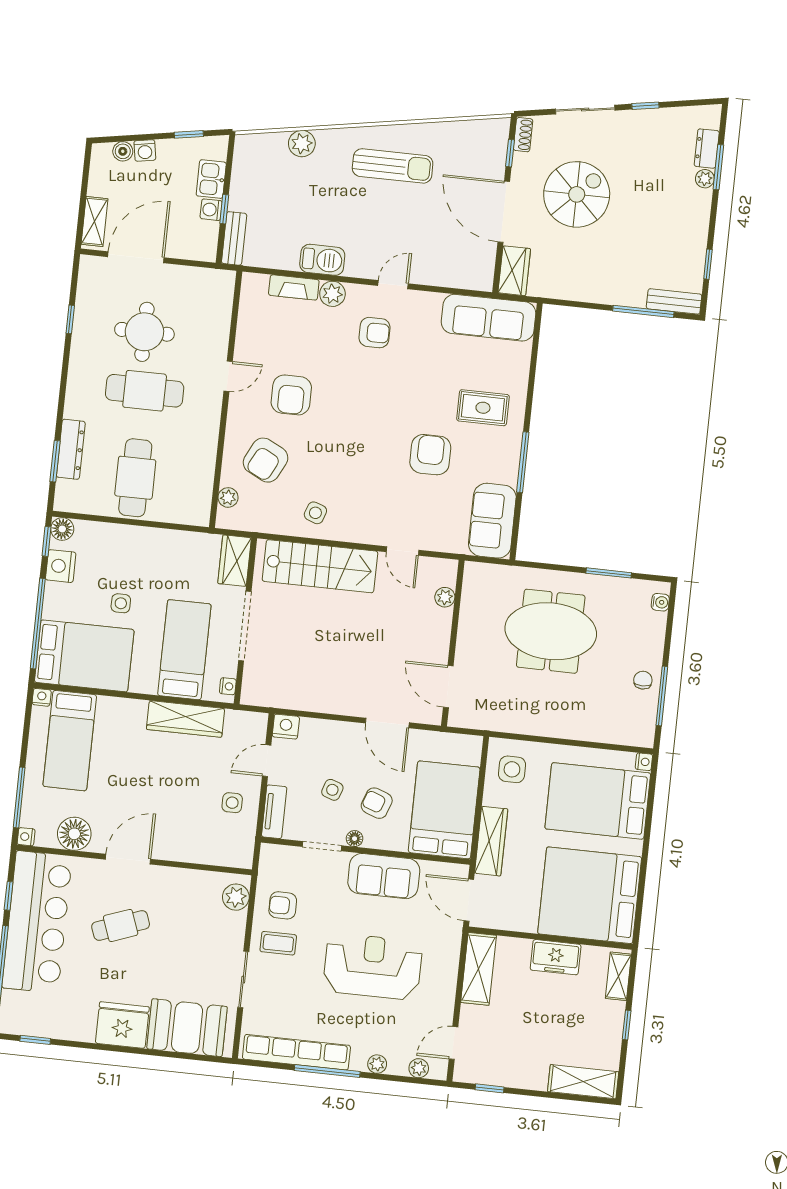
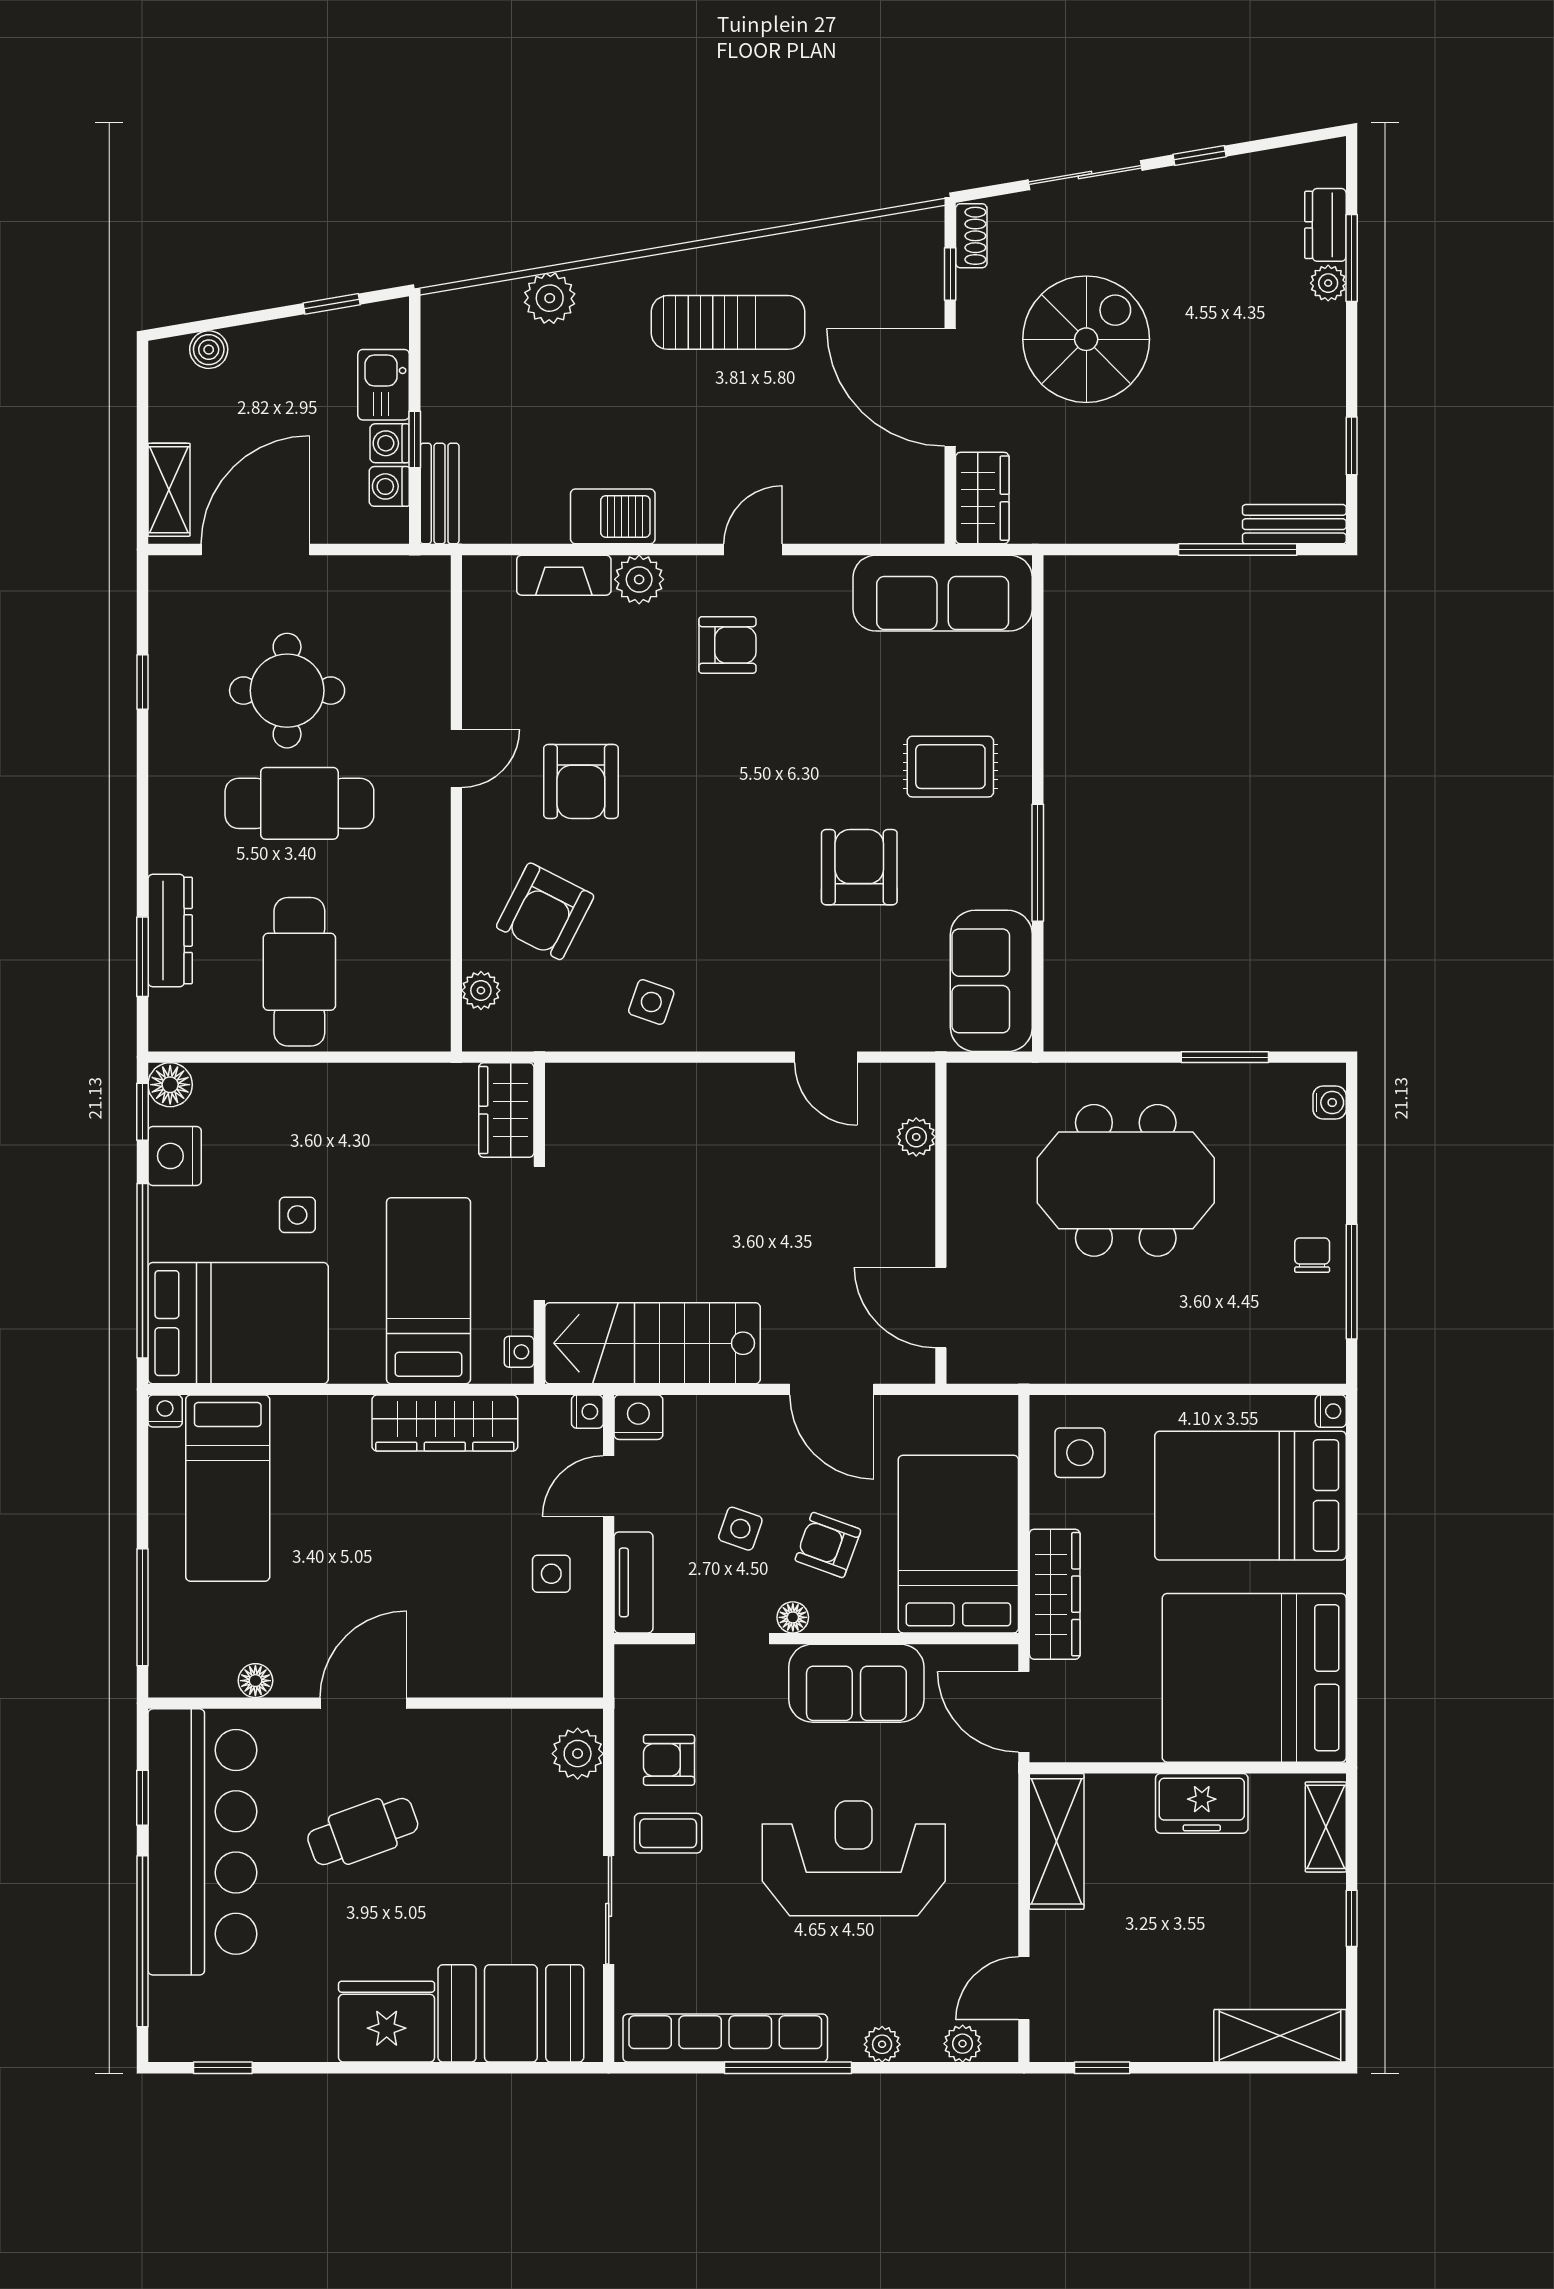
washing machine: (145, 150) -> (389, 486), moved, turned 100
stairs: (320, 566) -> (653, 1343), moved, turned 180
floor lamp: (74, 834) -> (255, 1681), width x0.53, depth x0.53
nightstand: (26, 837) -> (587, 1412), moved, turned 180

